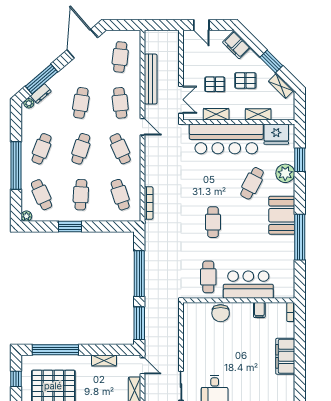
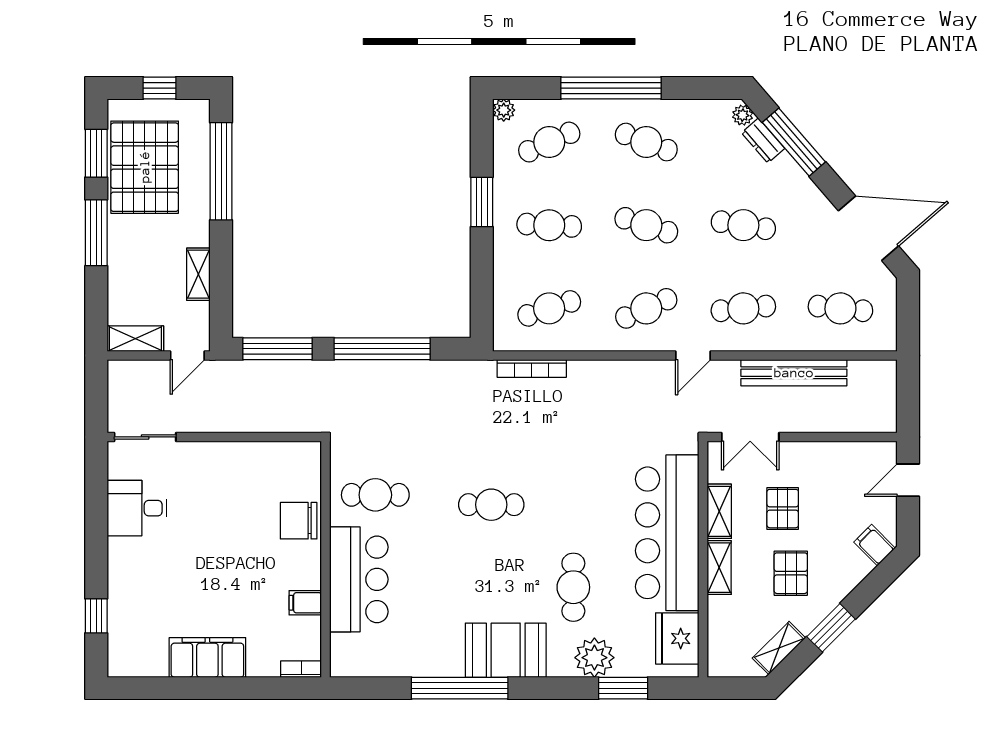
filing cabinet: (236, 45) -> (875, 545), width x0.50
shelving: (258, 114) -> (719, 568), moved
cafe table: (252, 183) -> (573, 587), turned 63

